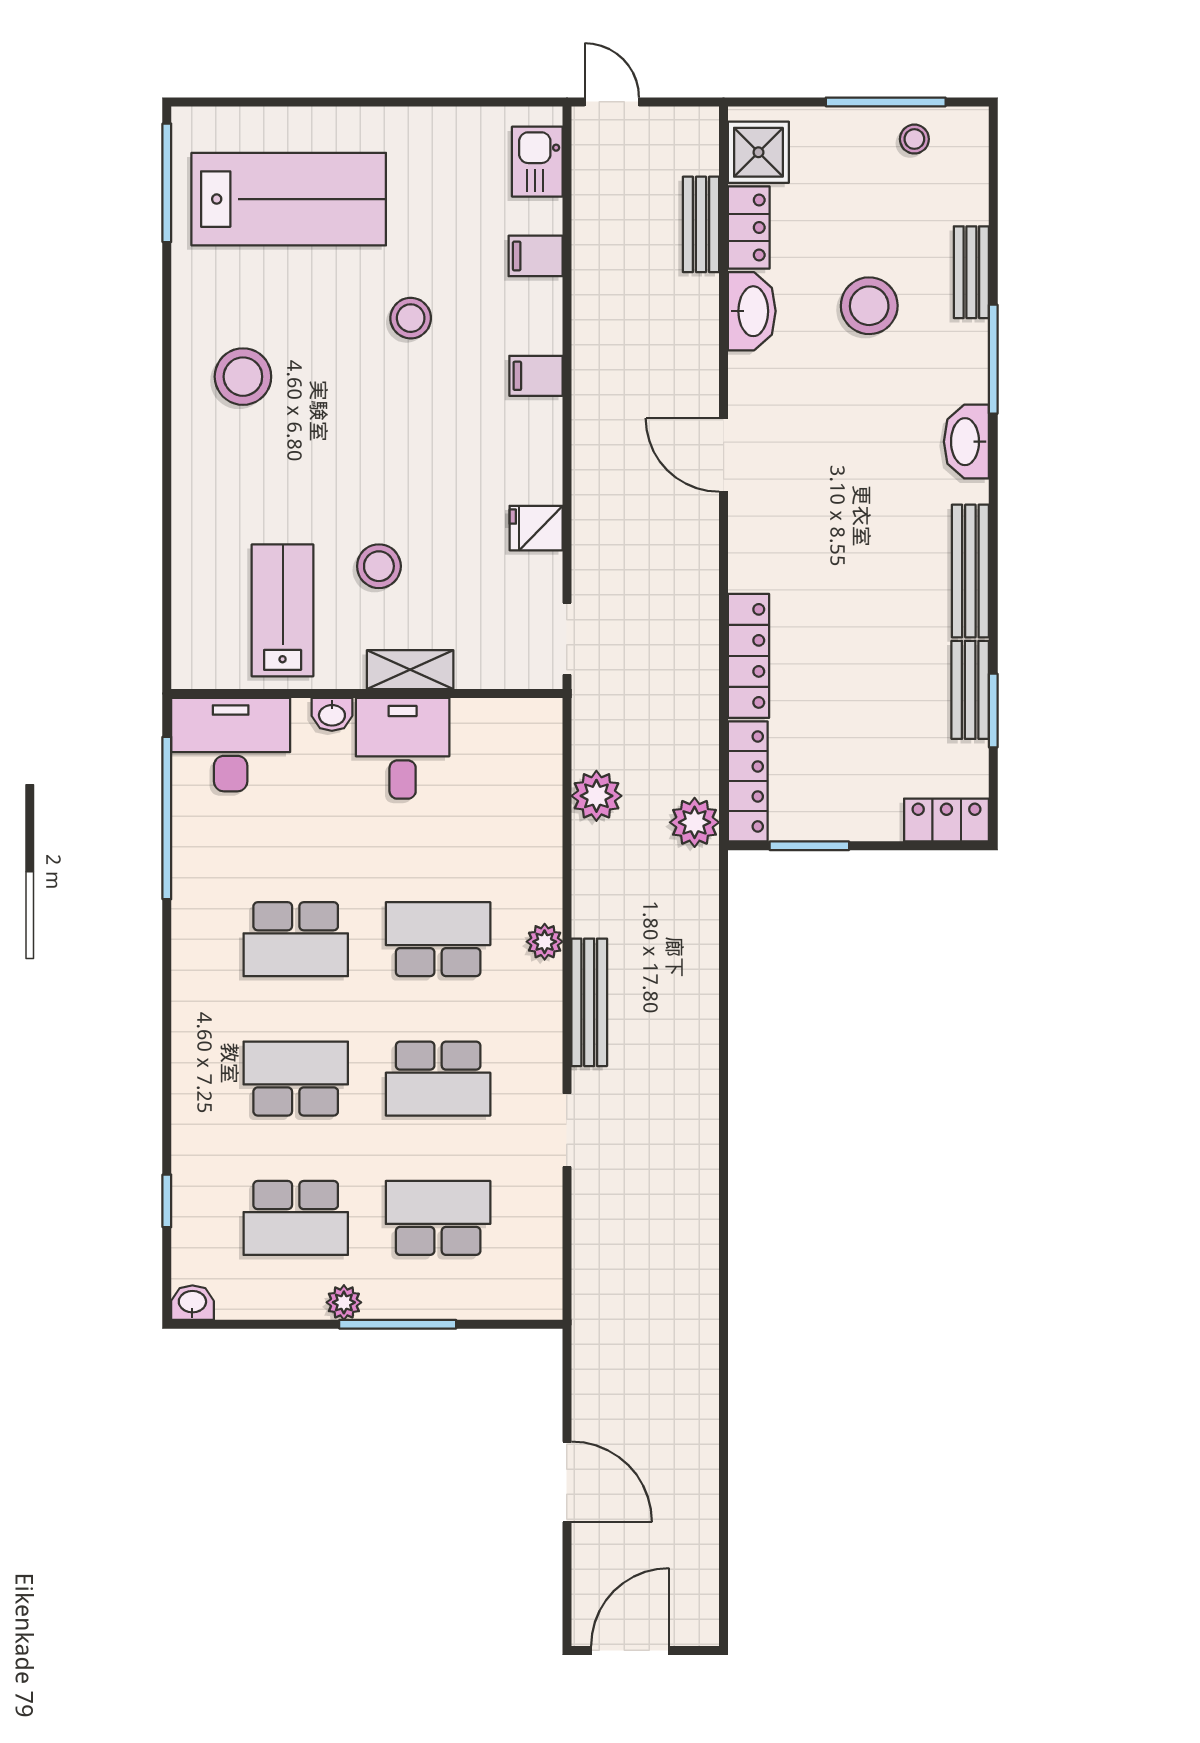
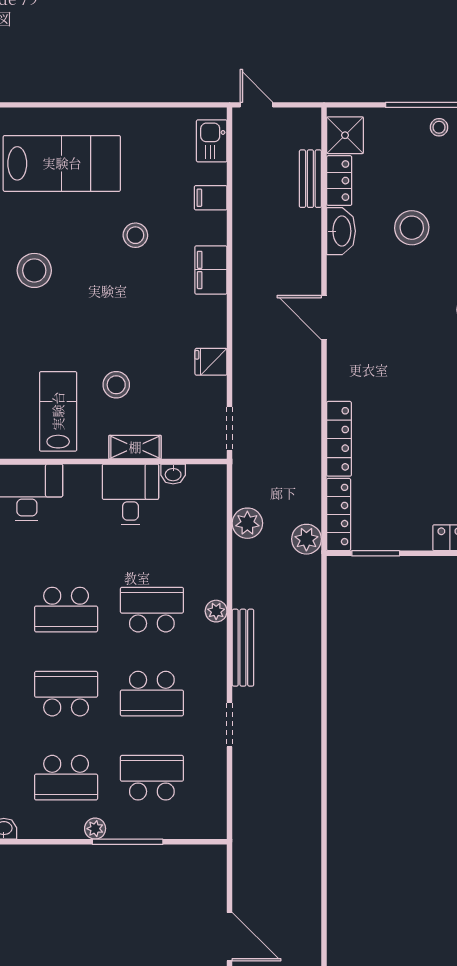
filing cabinet: (536, 376) -> (211, 270), width x2.00
washbasin: (332, 714) -> (173, 474), moved

